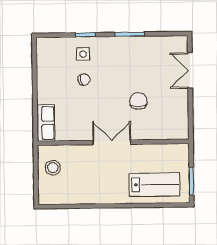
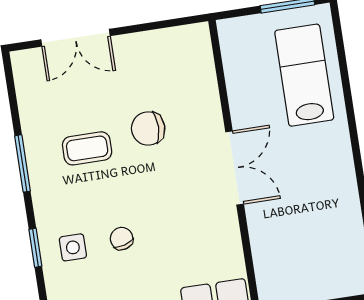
coffee table: (133, 68) -> (87, 148), added
double door: (112, 142) -> (235, 168), swing flipped
stool: (53, 168) -> (299, 275), removed

